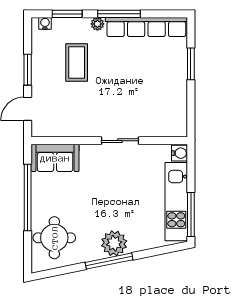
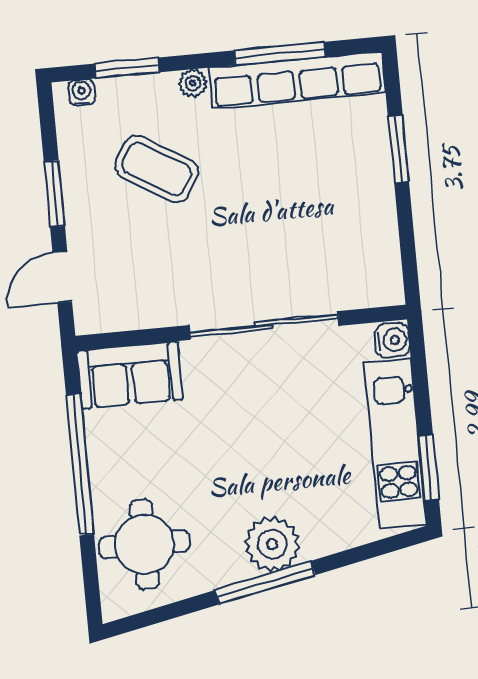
window: (119, 14) -> (280, 54), moved
coffee table: (77, 62) -> (157, 169), turned -59
sliding door: (120, 141) -> (264, 325), width x1.86
window: (191, 215) -> (429, 468), width x0.69

